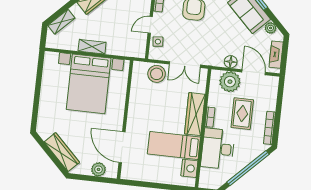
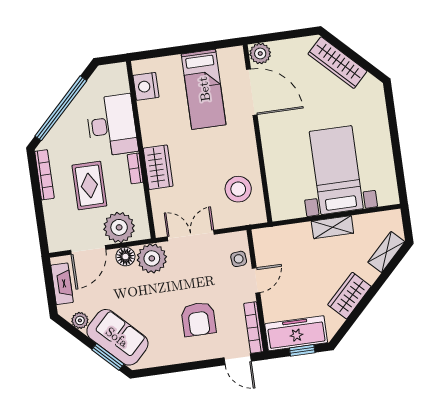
plant: (214, 56) -> (152, 258), added
door: (254, 72) -> (88, 250), hinge flipped
stool: (157, 74) -> (238, 189), moved
bed with nightstands: (89, 84) -> (336, 170), width x0.73
wardrobe: (195, 114) -> (158, 167), width x0.67
bed: (174, 145) -> (204, 89), moved, turned 90
plant: (98, 169) -> (260, 53), moved

